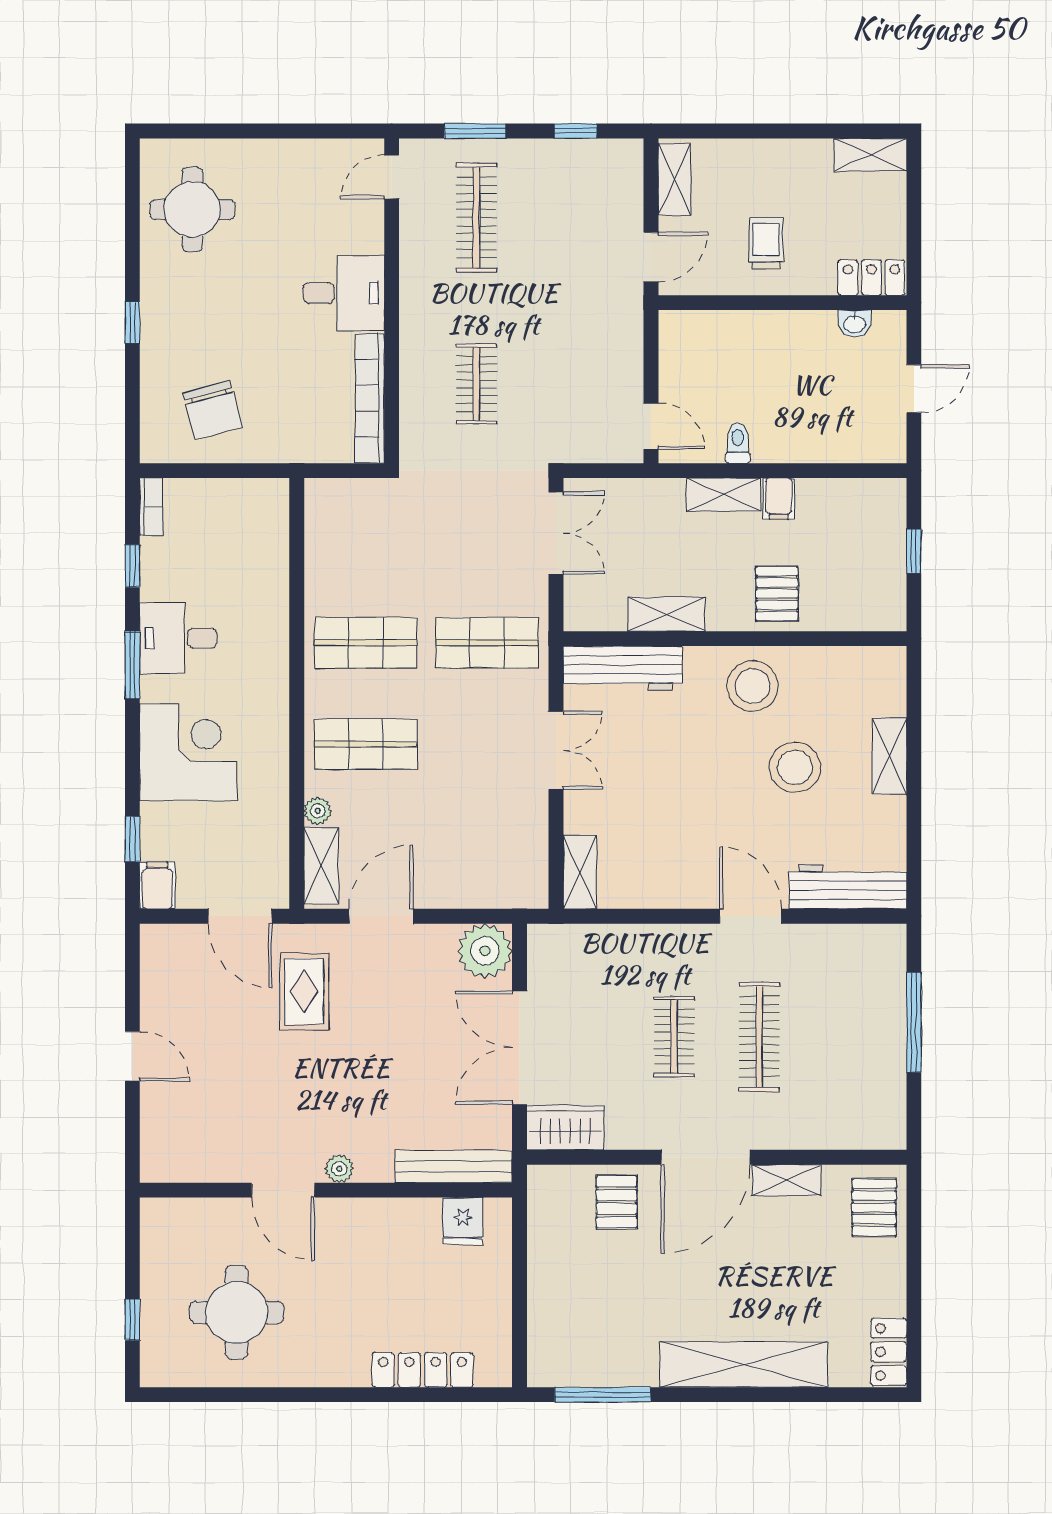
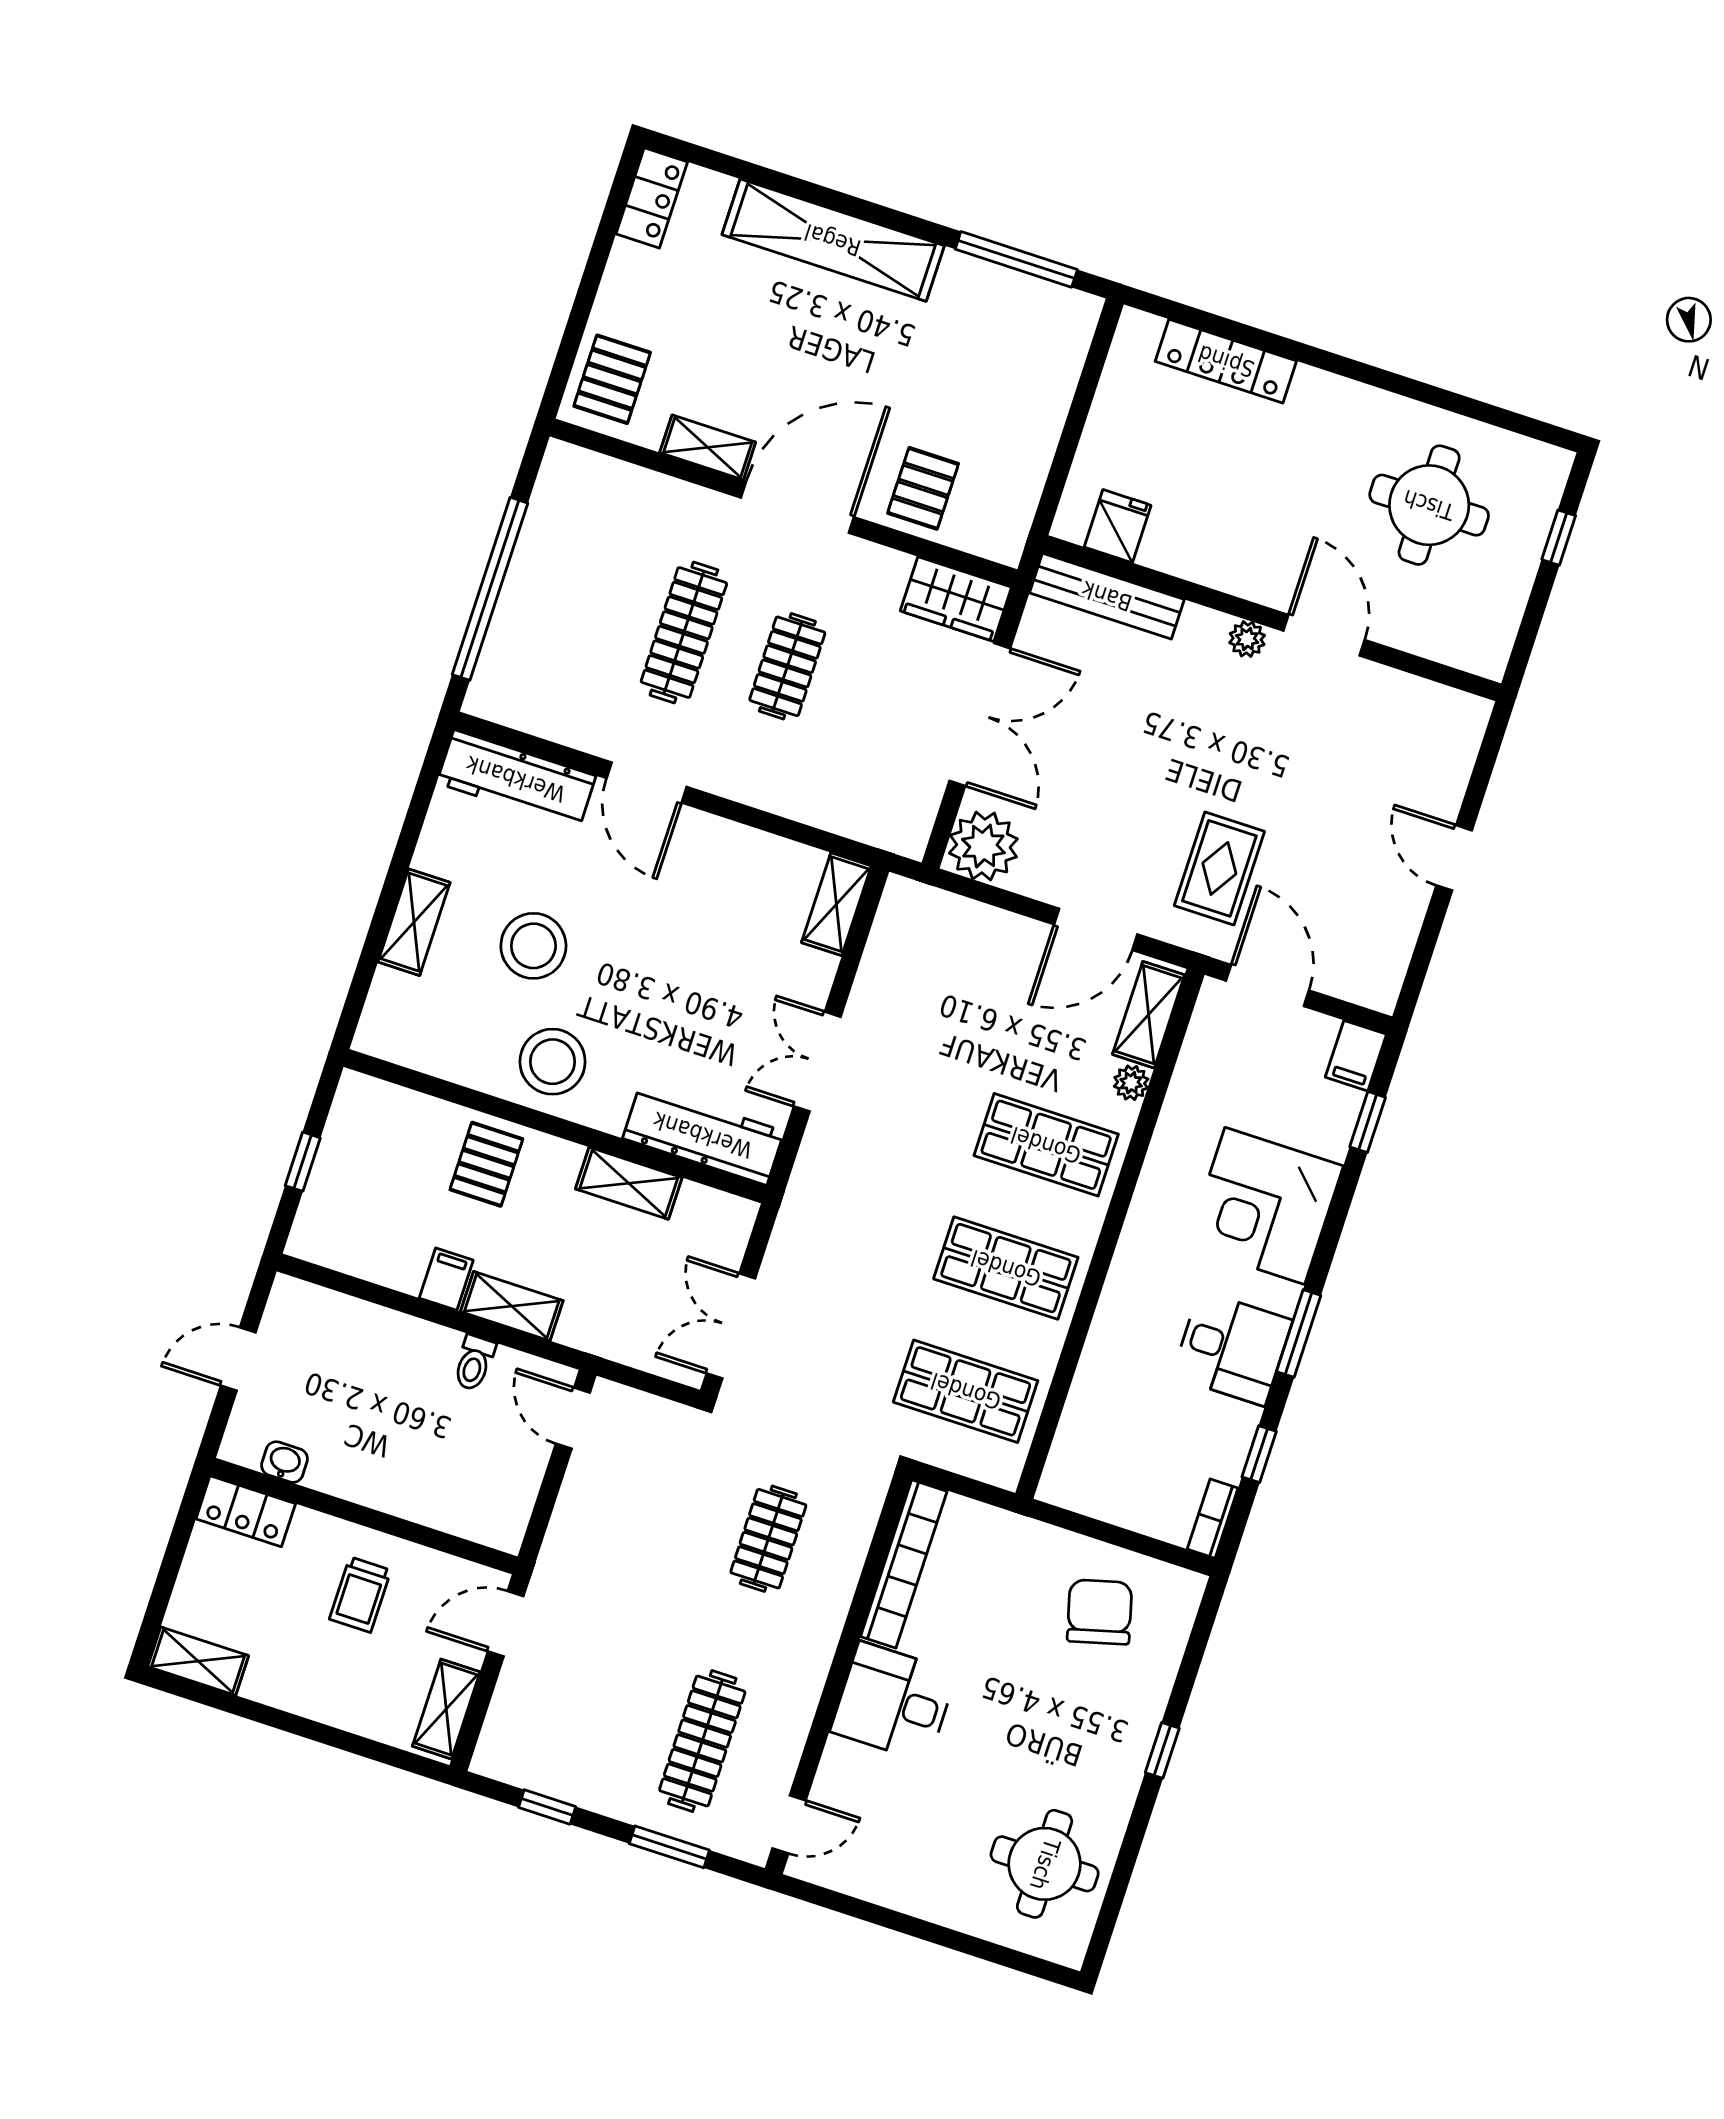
shop shelf: (487, 643) -> (966, 1391), moved
window: (914, 1022) -> (490, 589), width x1.46

